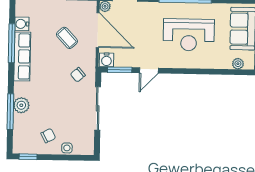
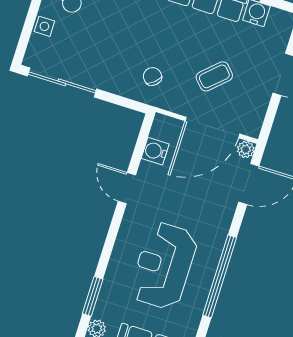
water cooler: (106, 60) -> (155, 151), moved
window: (120, 70) -> (93, 296), moved
sliding door: (98, 108) -> (62, 82), moved

